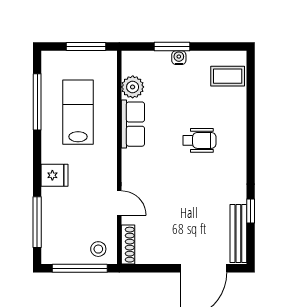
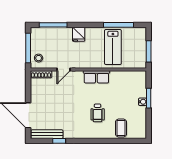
coffee table: (228, 76) -> (121, 128), moved
plant: (133, 87) -> (127, 77), removed
lab bench: (78, 112) -> (113, 47), turned 90
row of seats: (133, 124) -> (96, 77), moved

